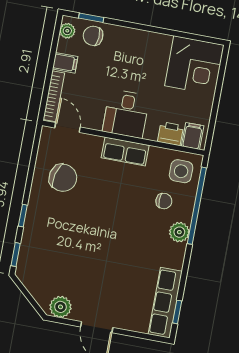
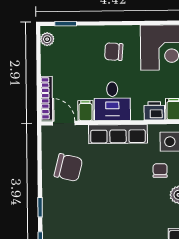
chair: (93, 36) -> (114, 52), moved
filing cabinet: (65, 63) -> (85, 111), moved, turned -90
row of seats: (125, 151) -> (118, 134), width x1.48
chair: (164, 201) -> (160, 171), turned -90

